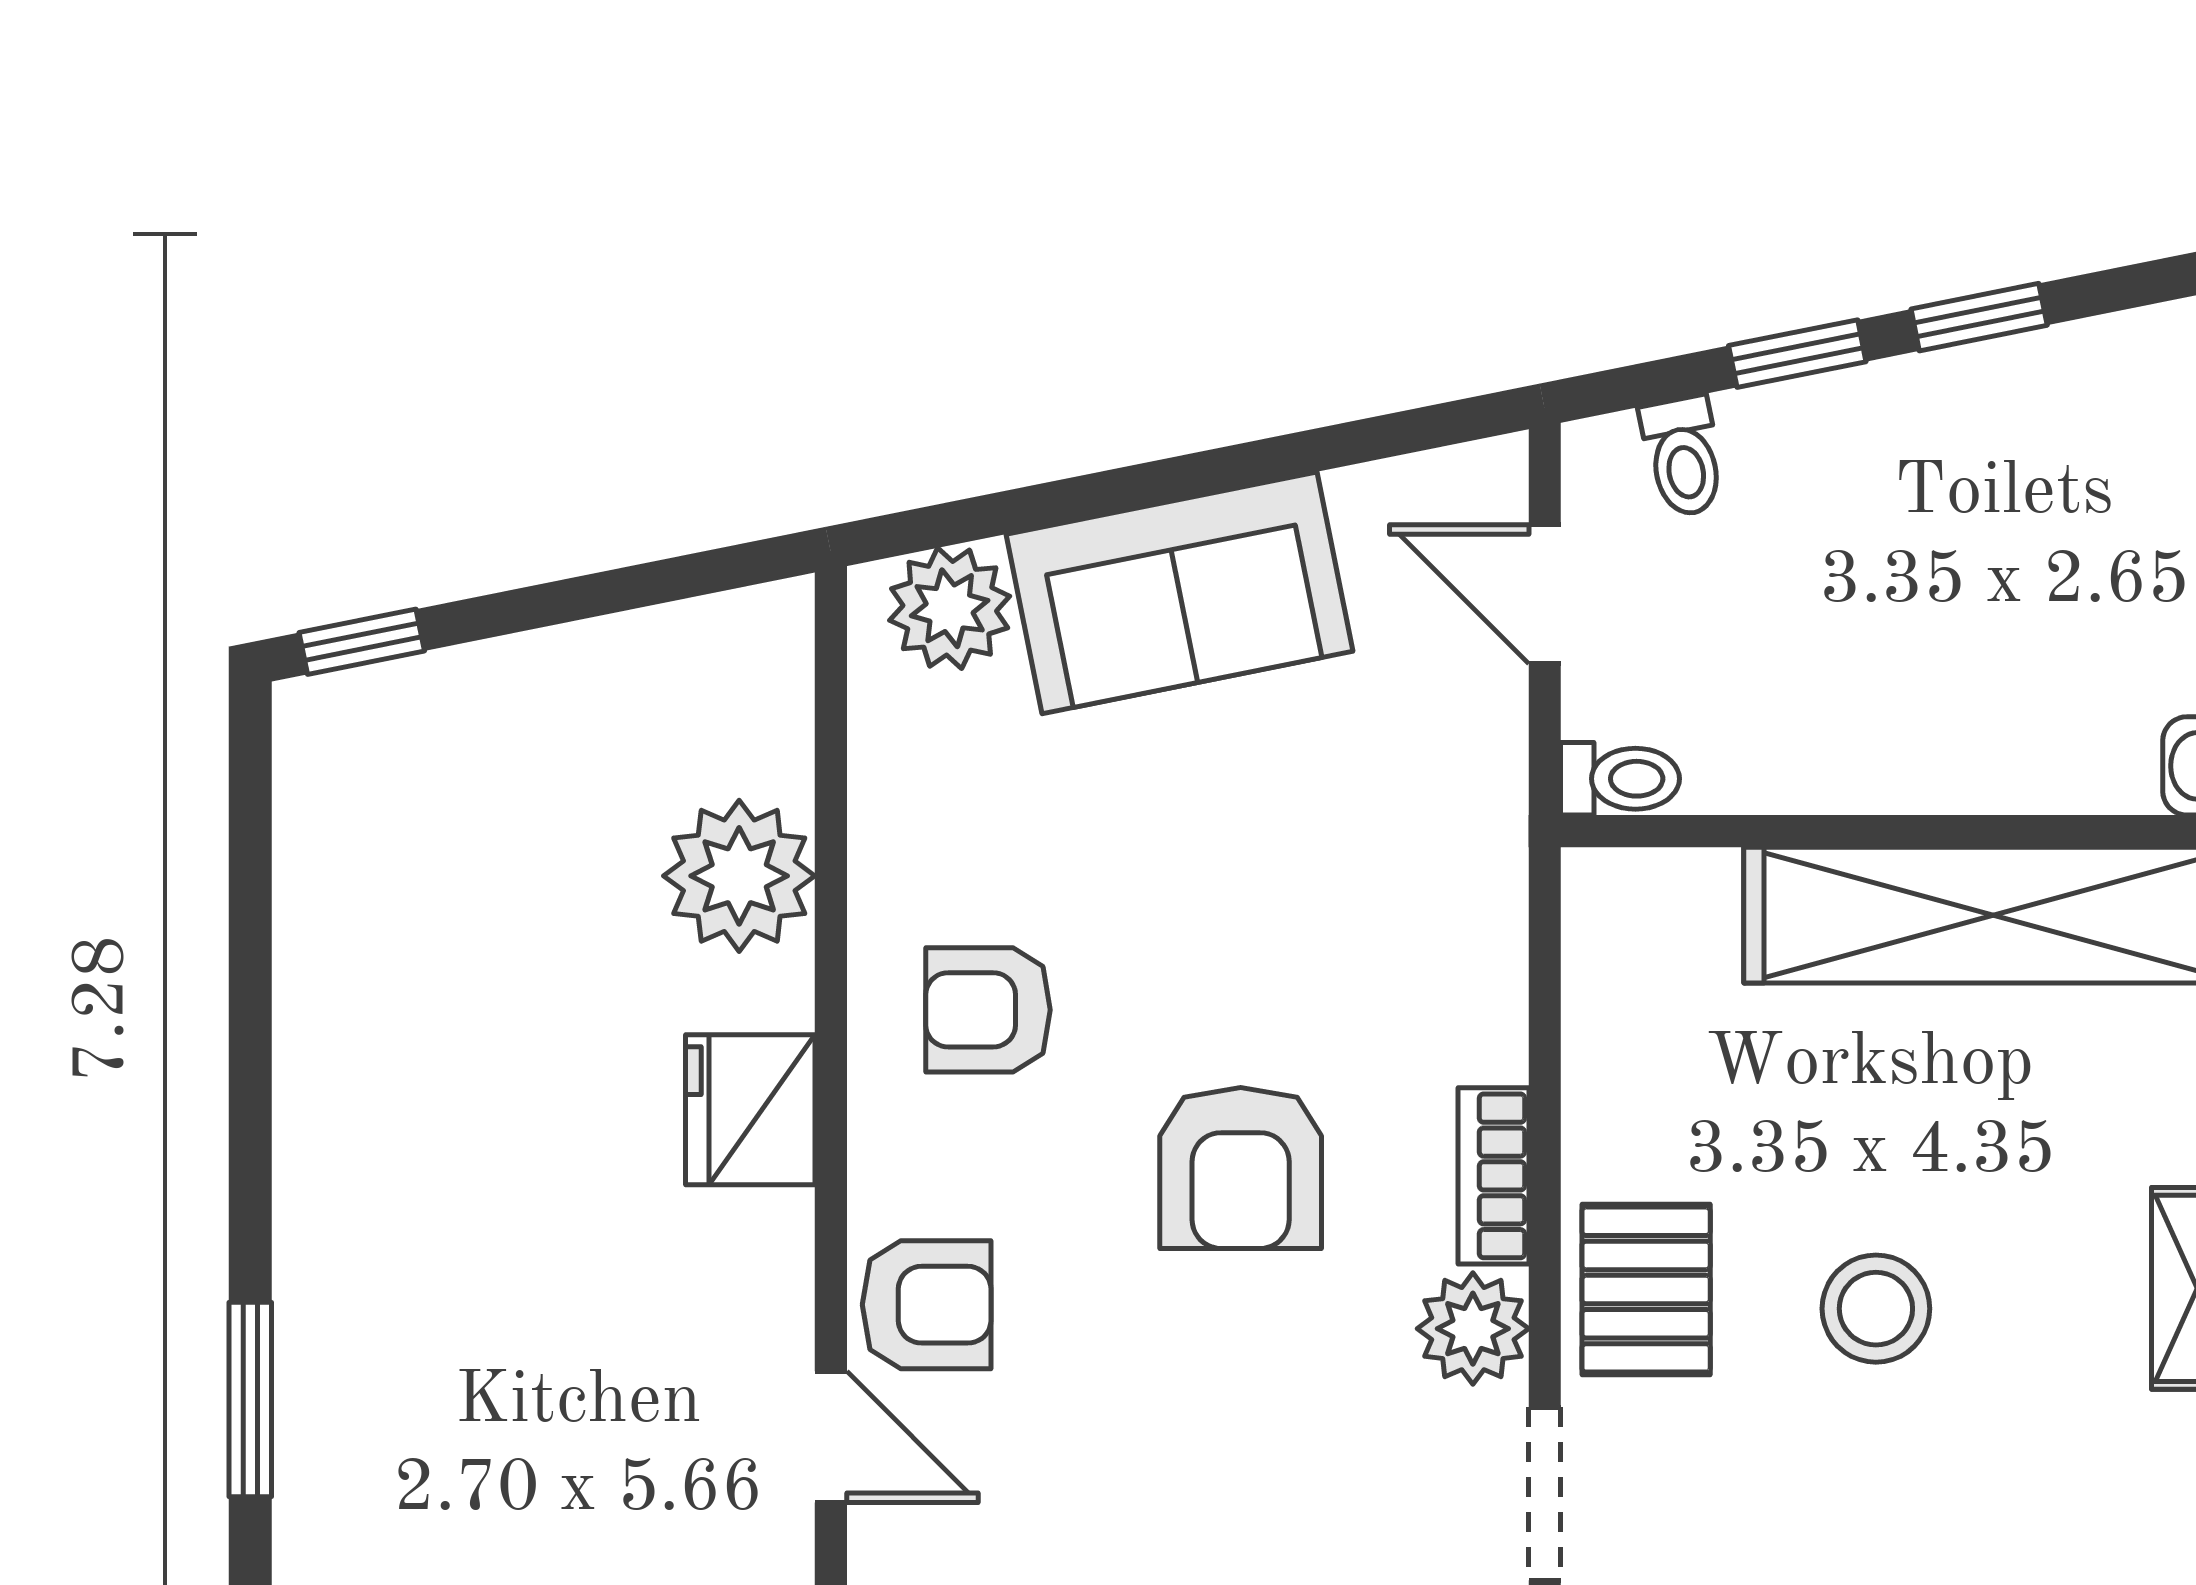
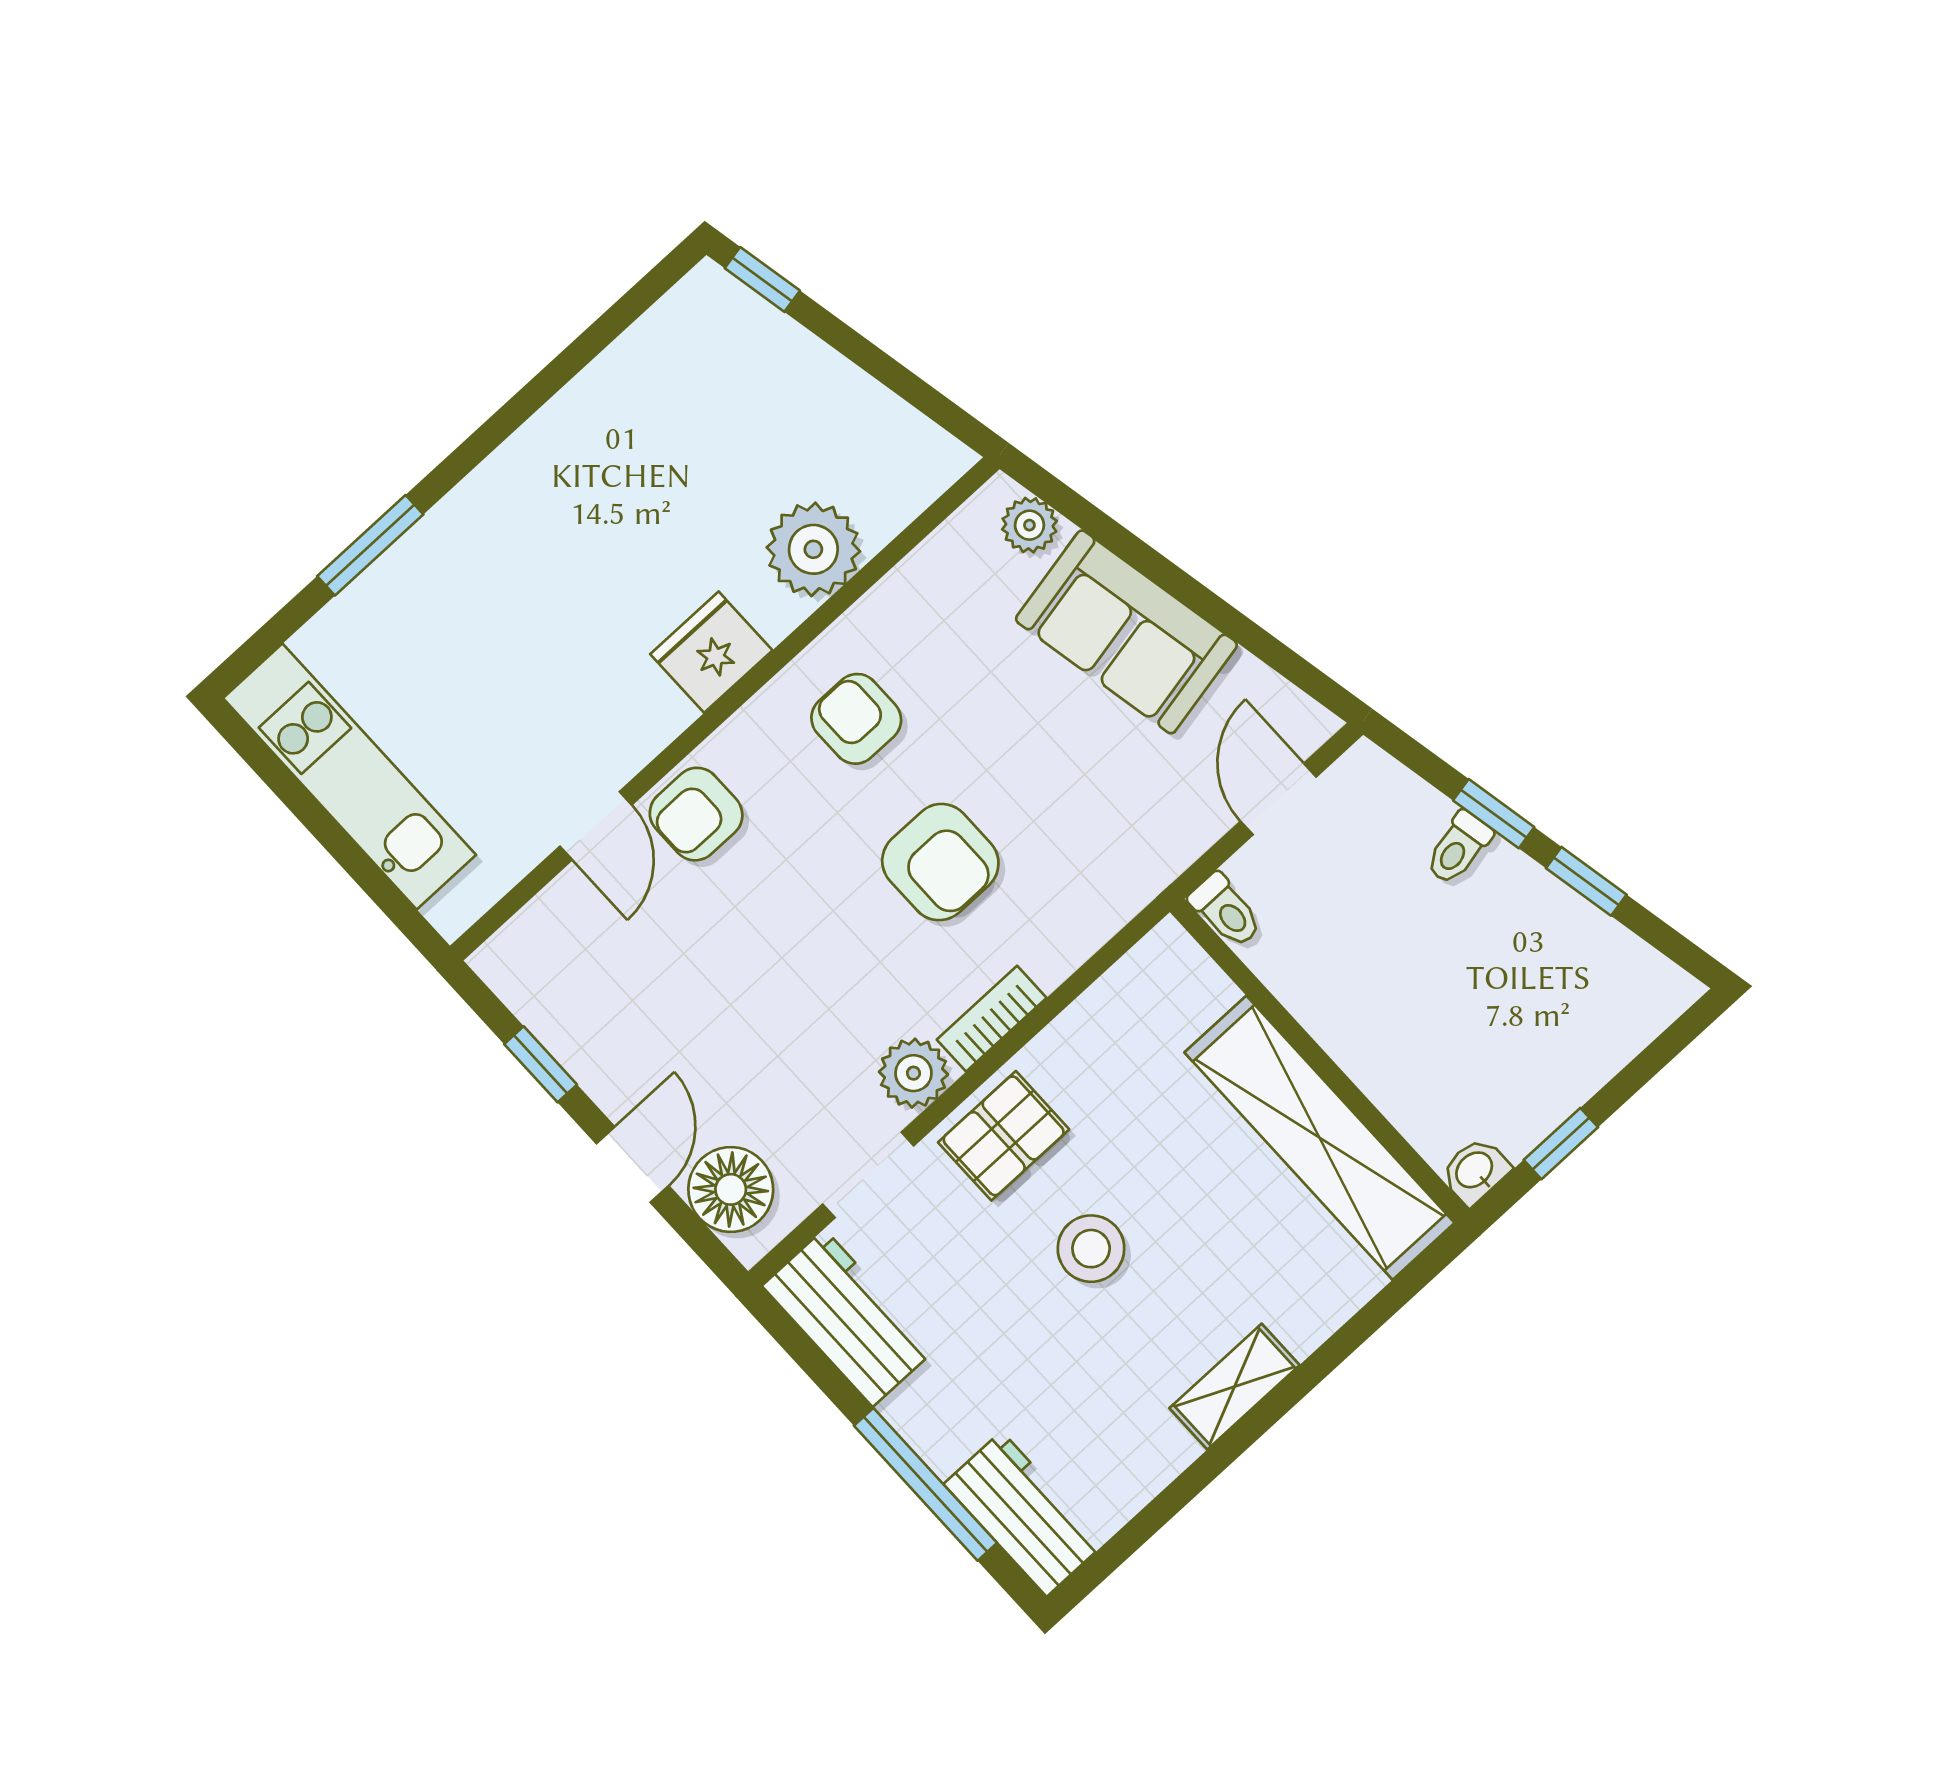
toilet: (1683, 457) -> (1458, 848), moved
plant: (950, 608) -> (1029, 525), width x0.73, depth x0.73
armchair: (1241, 1168) -> (940, 862), moved, turned -90
armchair: (927, 1305) -> (696, 814), turned 90

